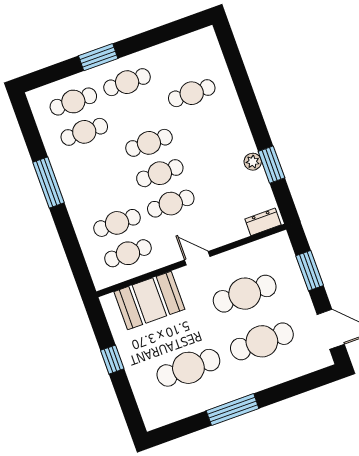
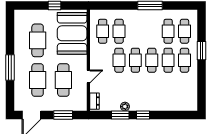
cafe table: (192, 93) -> (168, 60), moved
window: (256, 122) -> (143, 115), added
door: (197, 258) -> (88, 76), moved
booth: (149, 300) -> (72, 33), width x1.36, depth x1.42
window: (233, 410) -> (10, 68), moved

